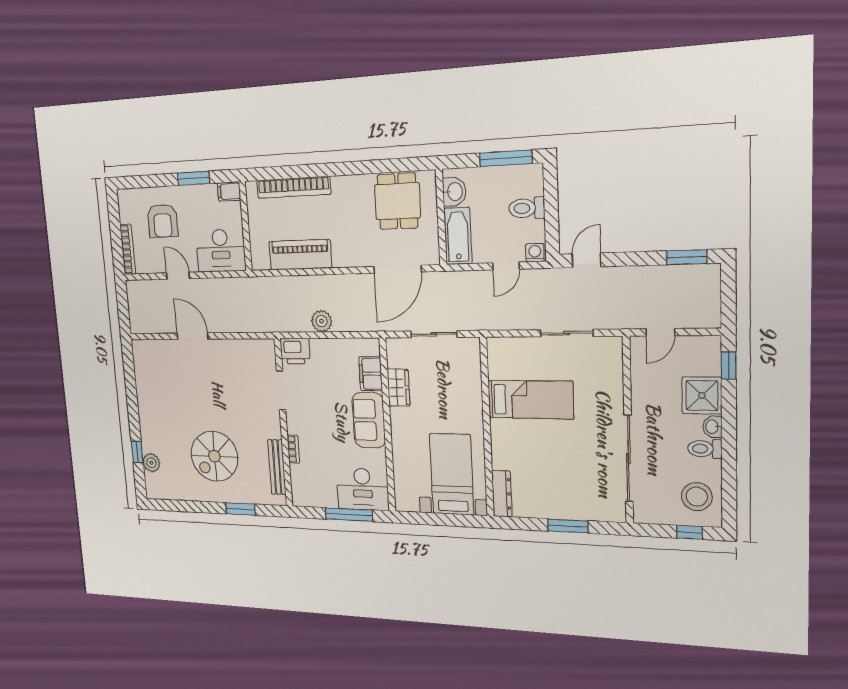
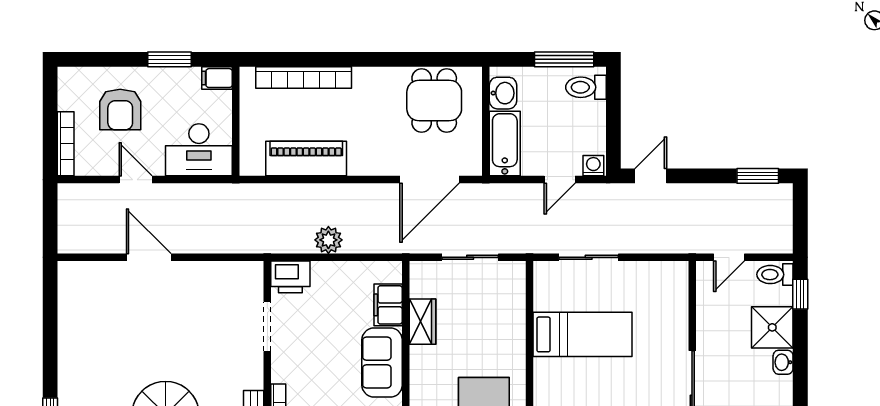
toilet: (527, 208) -> (586, 87), moved
sliding door: (567, 333) -> (589, 257), moved
toilet: (705, 449) -> (775, 275), moved

